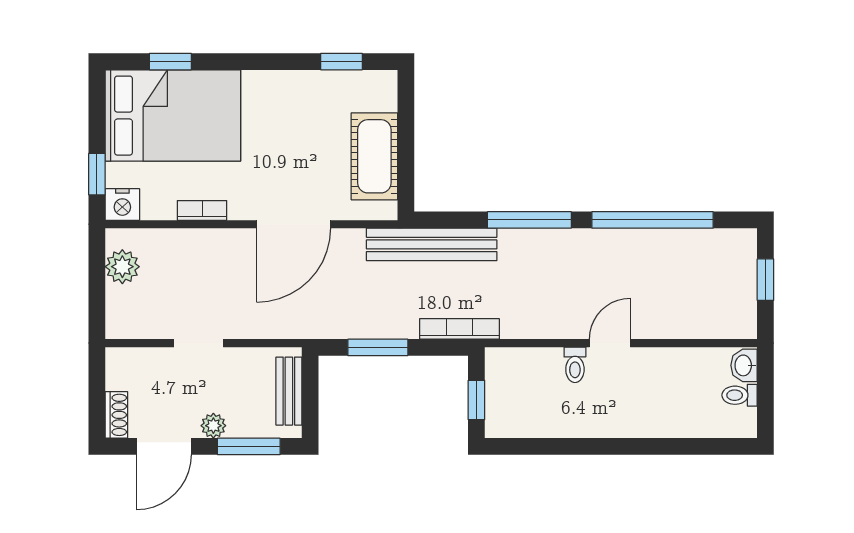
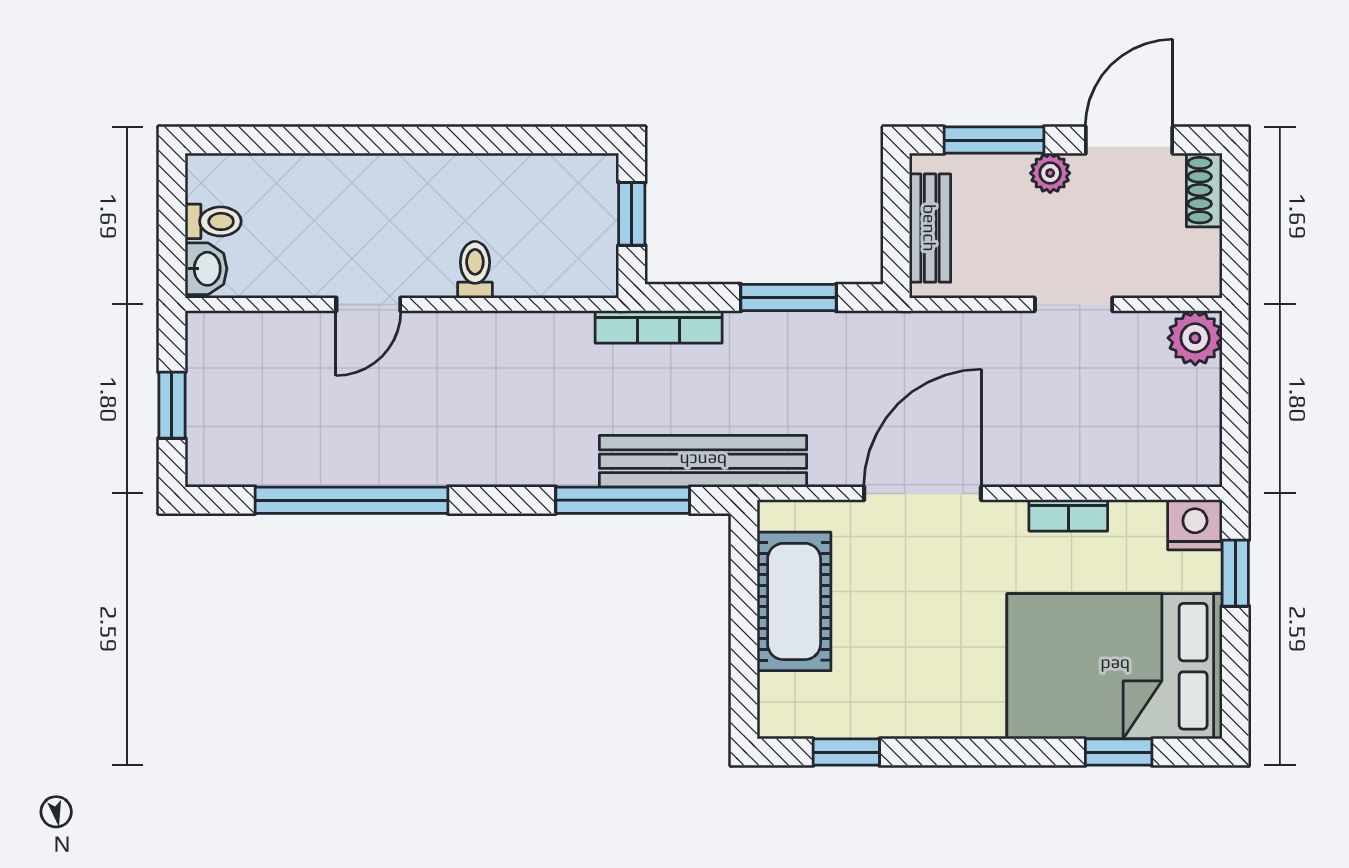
window: (529, 220) -> (623, 500), moved
plant: (122, 267) -> (1195, 338), moved
door: (610, 343) -> (368, 304), moved

